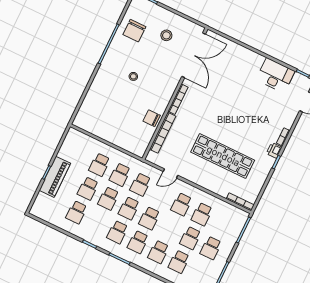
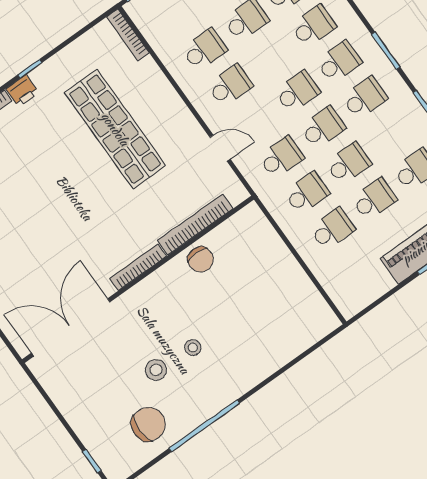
stool: (166, 35) -> (156, 370), moved

